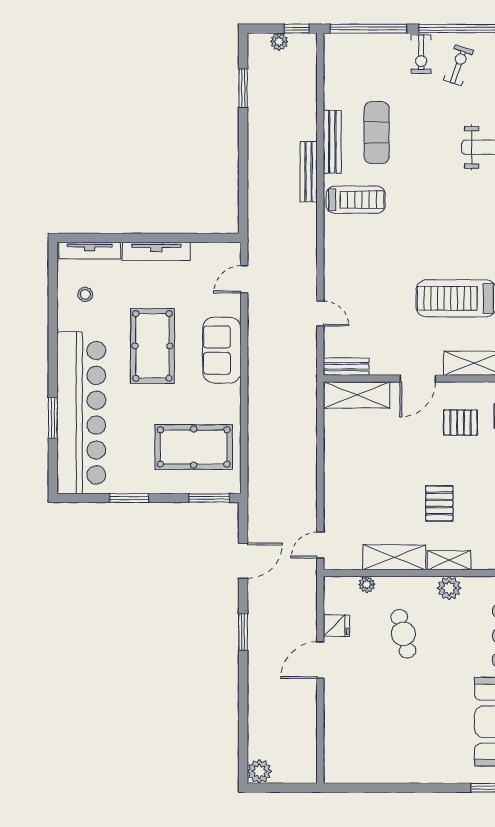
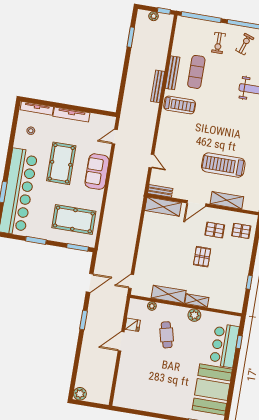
exercise bike: (421, 54) -> (218, 43), moved
pallet: (439, 503) -> (202, 257), moved

